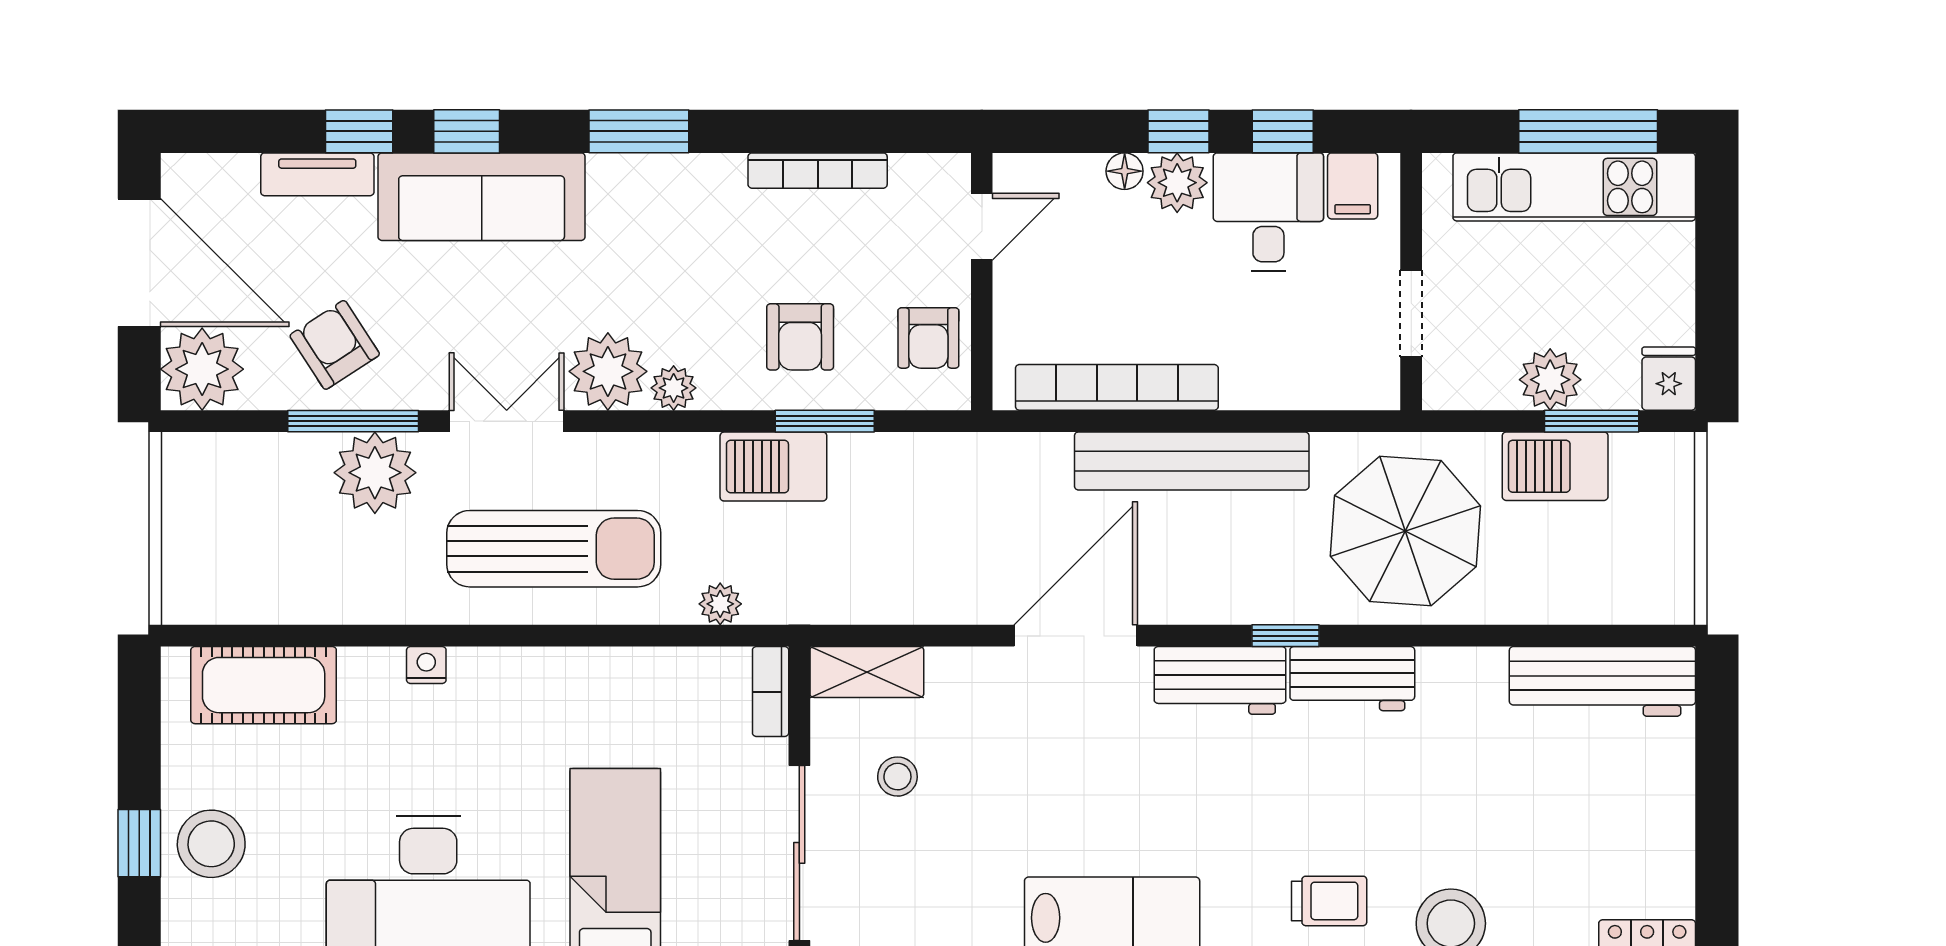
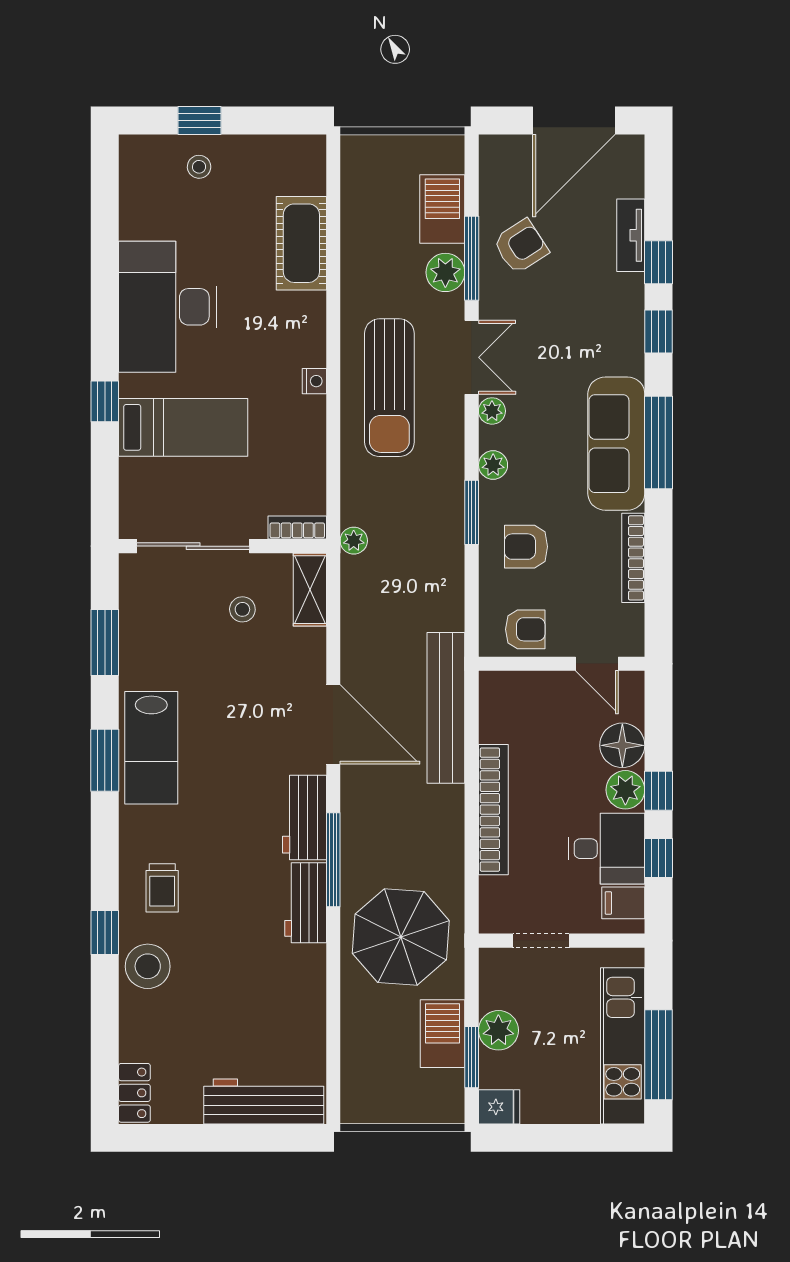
window: (639, 131) -> (659, 443), width x1.44
floor lamp: (1125, 171) -> (622, 745), width x1.89, depth x1.89
sofa: (482, 197) -> (616, 444), moved
armchair: (928, 338) -> (525, 629), turned 180
plant: (202, 369) -> (505, 161), removed
plant: (608, 371) -> (492, 411), width x0.53, depth x0.53
bookcase: (1117, 387) -> (493, 810), moved
window: (825, 421) -> (472, 512), moved
bench: (1192, 461) -> (446, 708), moved
barbecue: (773, 467) -> (442, 209), moved
plant: (375, 473) -> (445, 272), width x0.73, depth x0.73
plant: (720, 604) -> (354, 541), moved
window: (1286, 636) -> (333, 860), width x2.17
nightstand: (426, 665) -> (314, 381), moved
workbench: (1602, 681) -> (264, 1101), moved, turned 90
cot: (264, 685) -> (301, 243), moved
stool: (211, 844) -> (199, 167), width x0.53, depth x0.53

